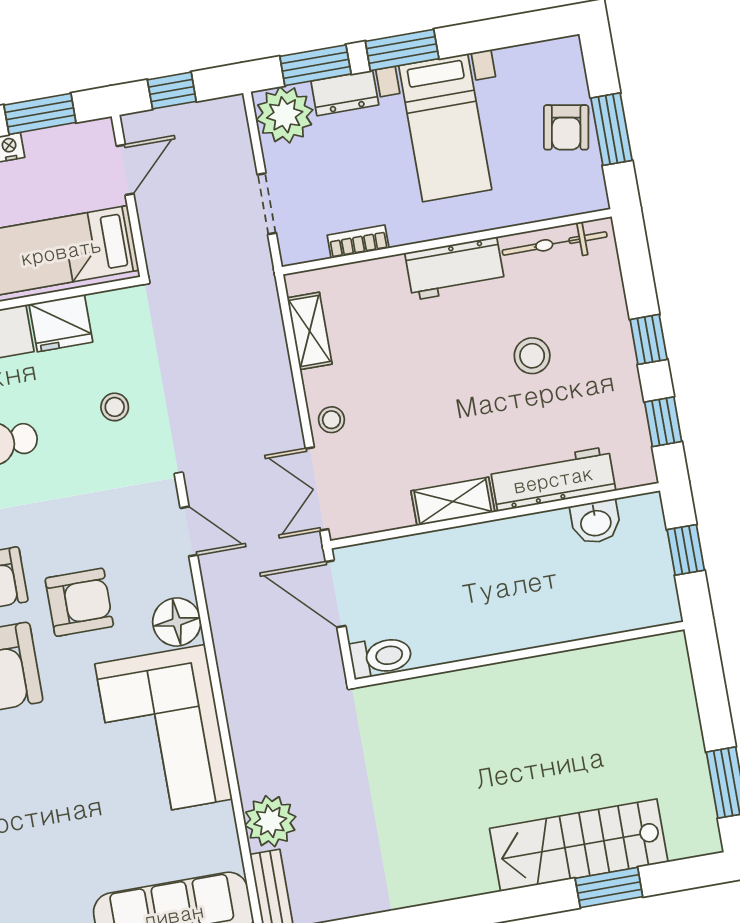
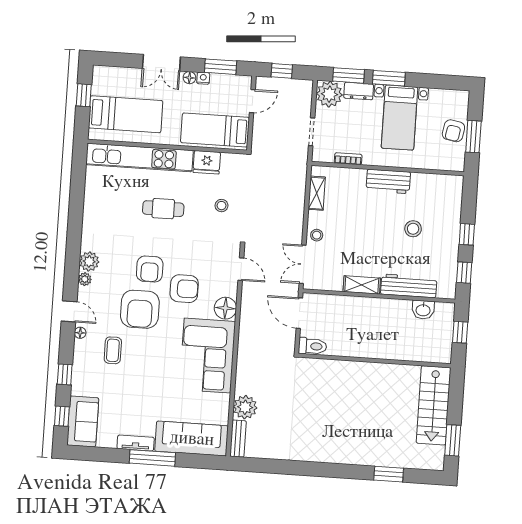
bicycle: (555, 243) -> (435, 181), removed
stairs: (579, 845) -> (434, 405), moved, turned -90

